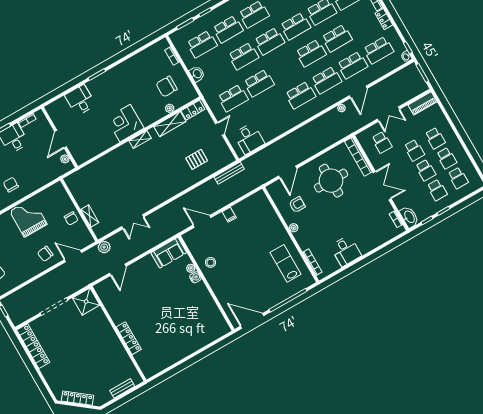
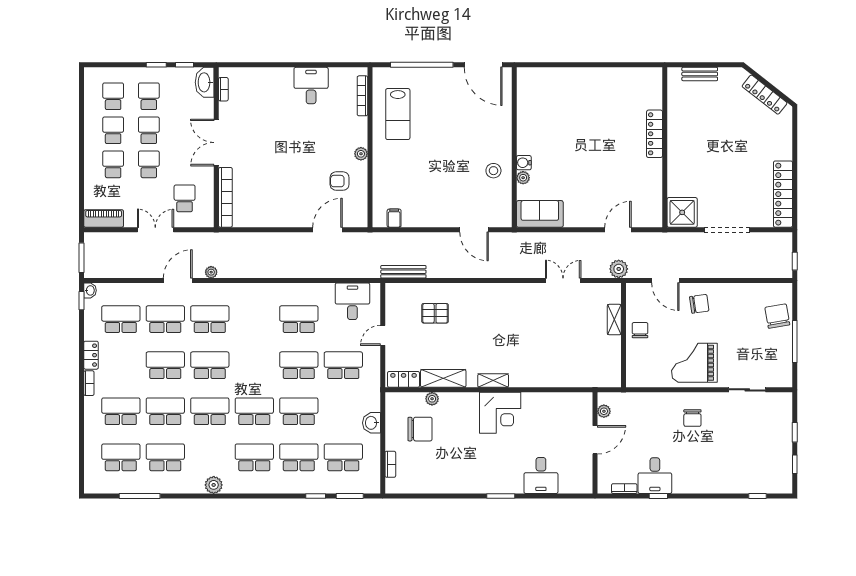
school desk: (300, 95) -> (299, 319), moved
round table: (331, 181) -> (278, 187), removed
filing cabinet: (229, 215) -> (394, 218), moved
grand piano: (28, 218) -> (694, 363), turned 90

